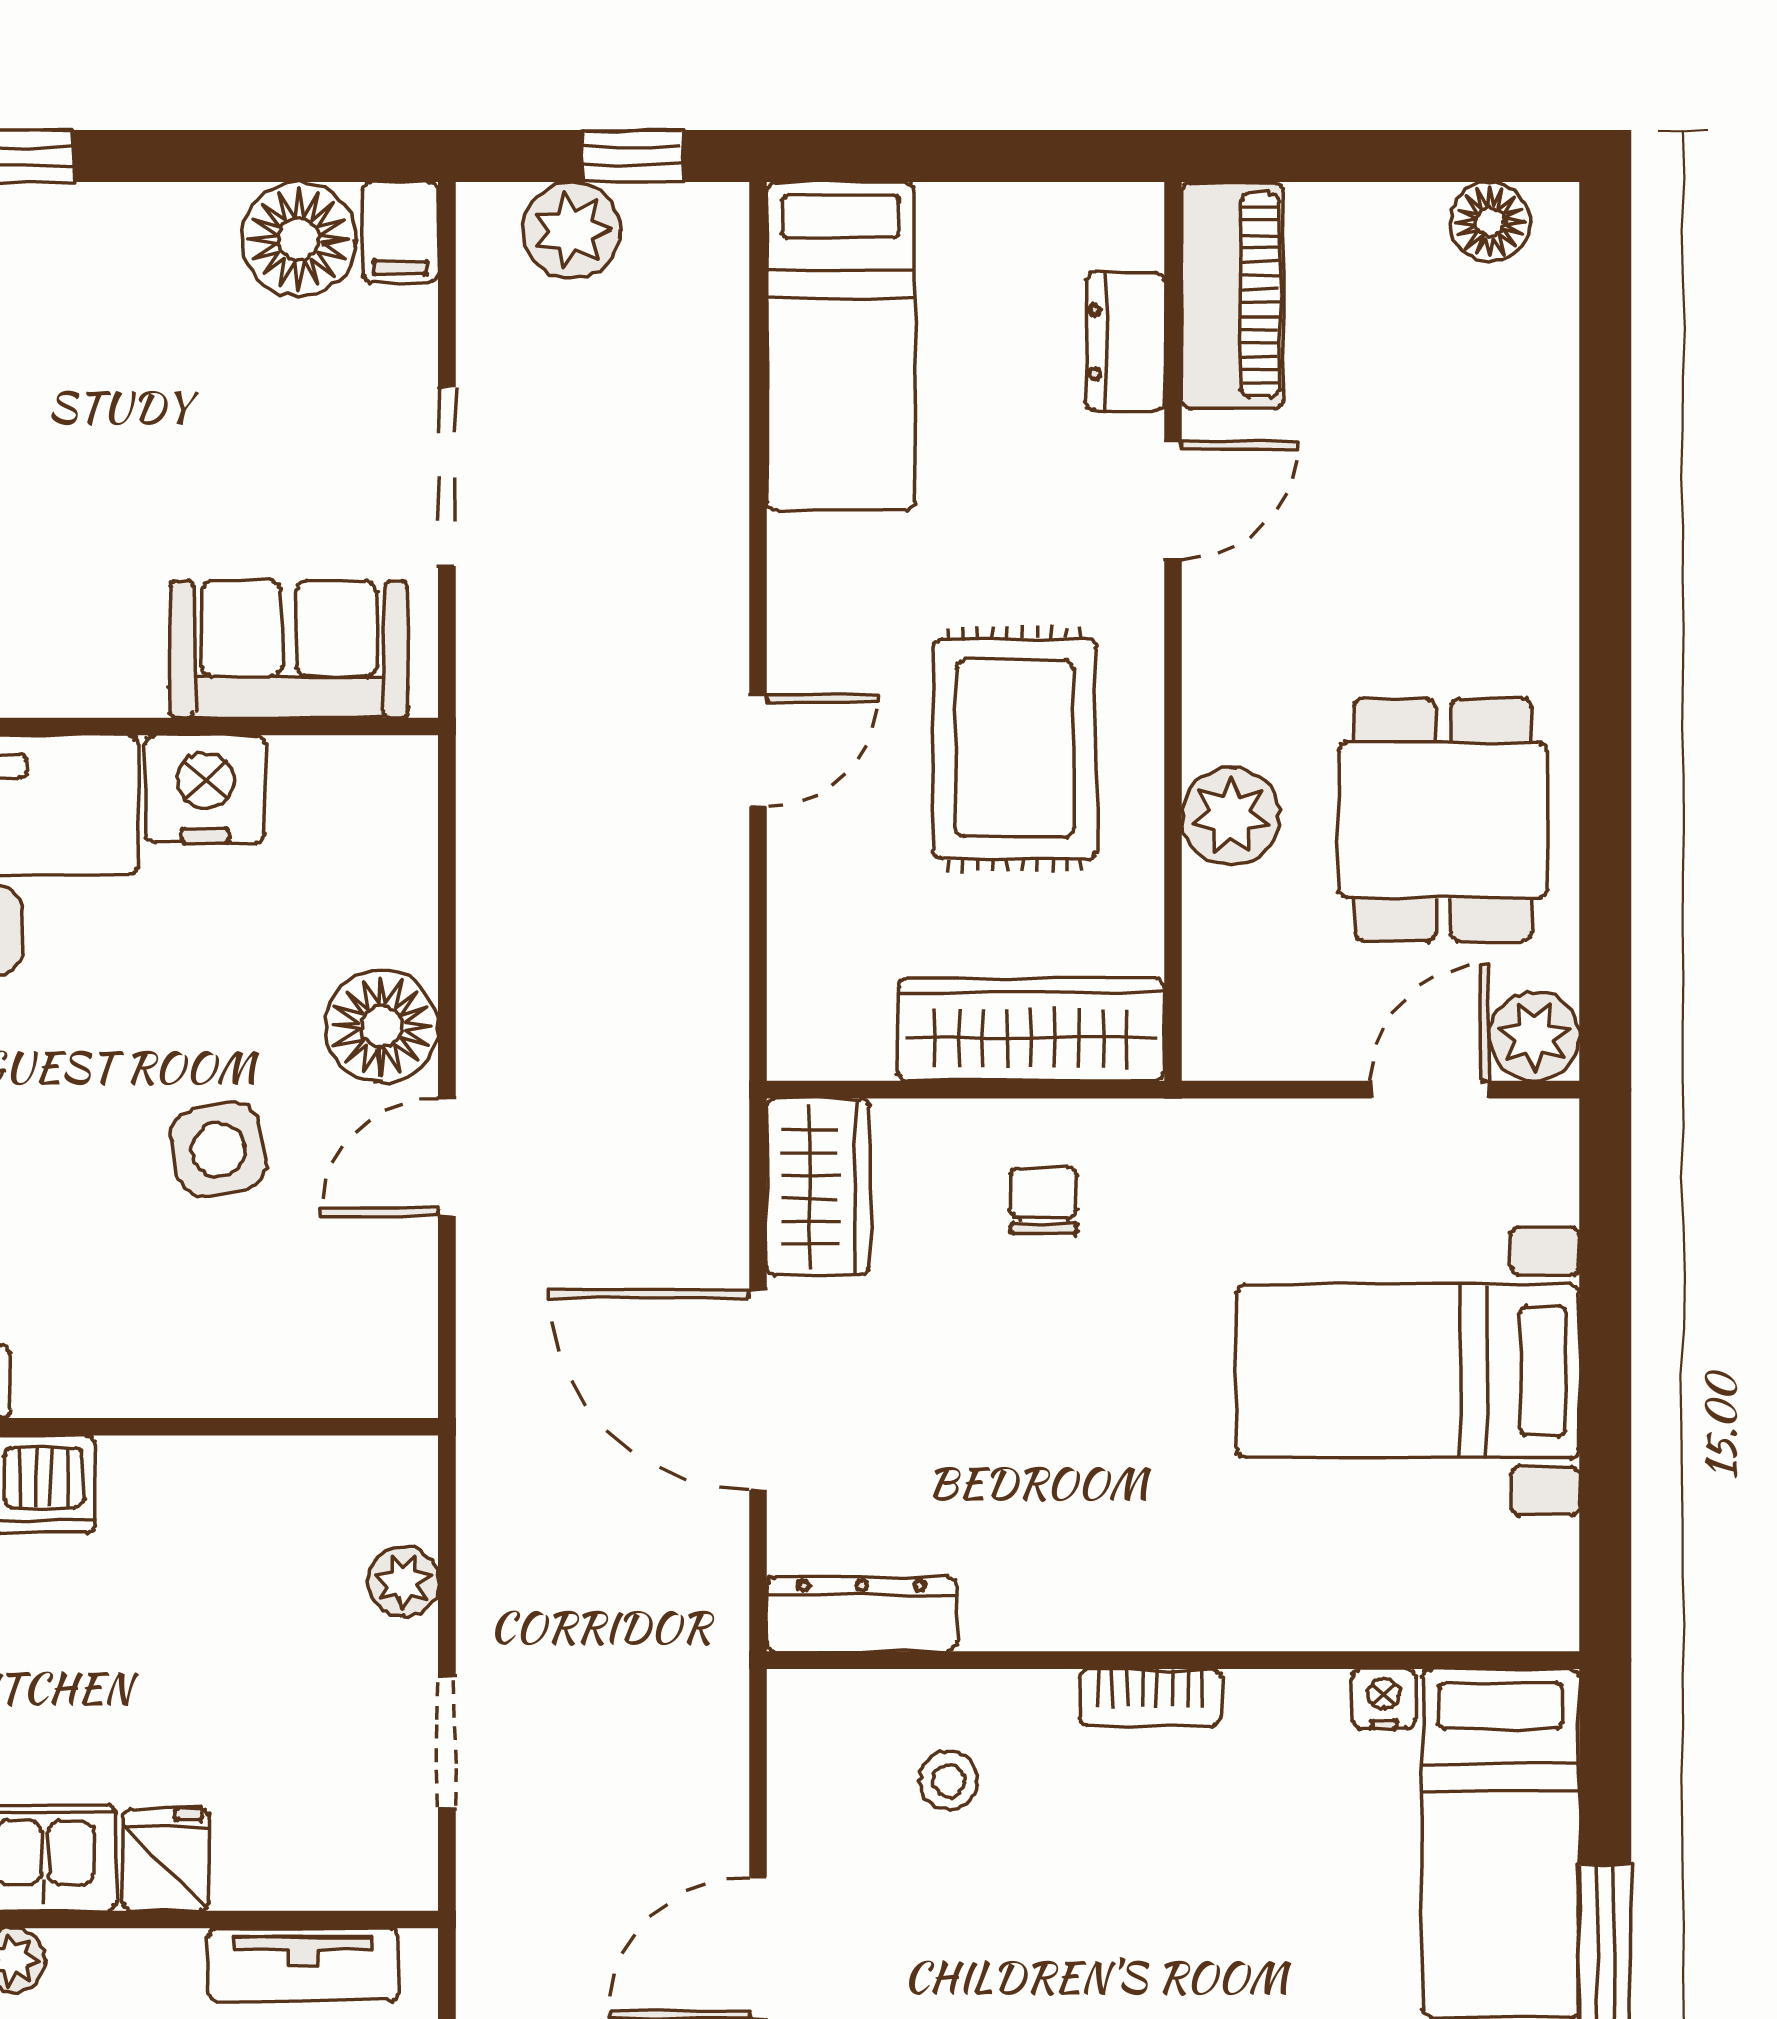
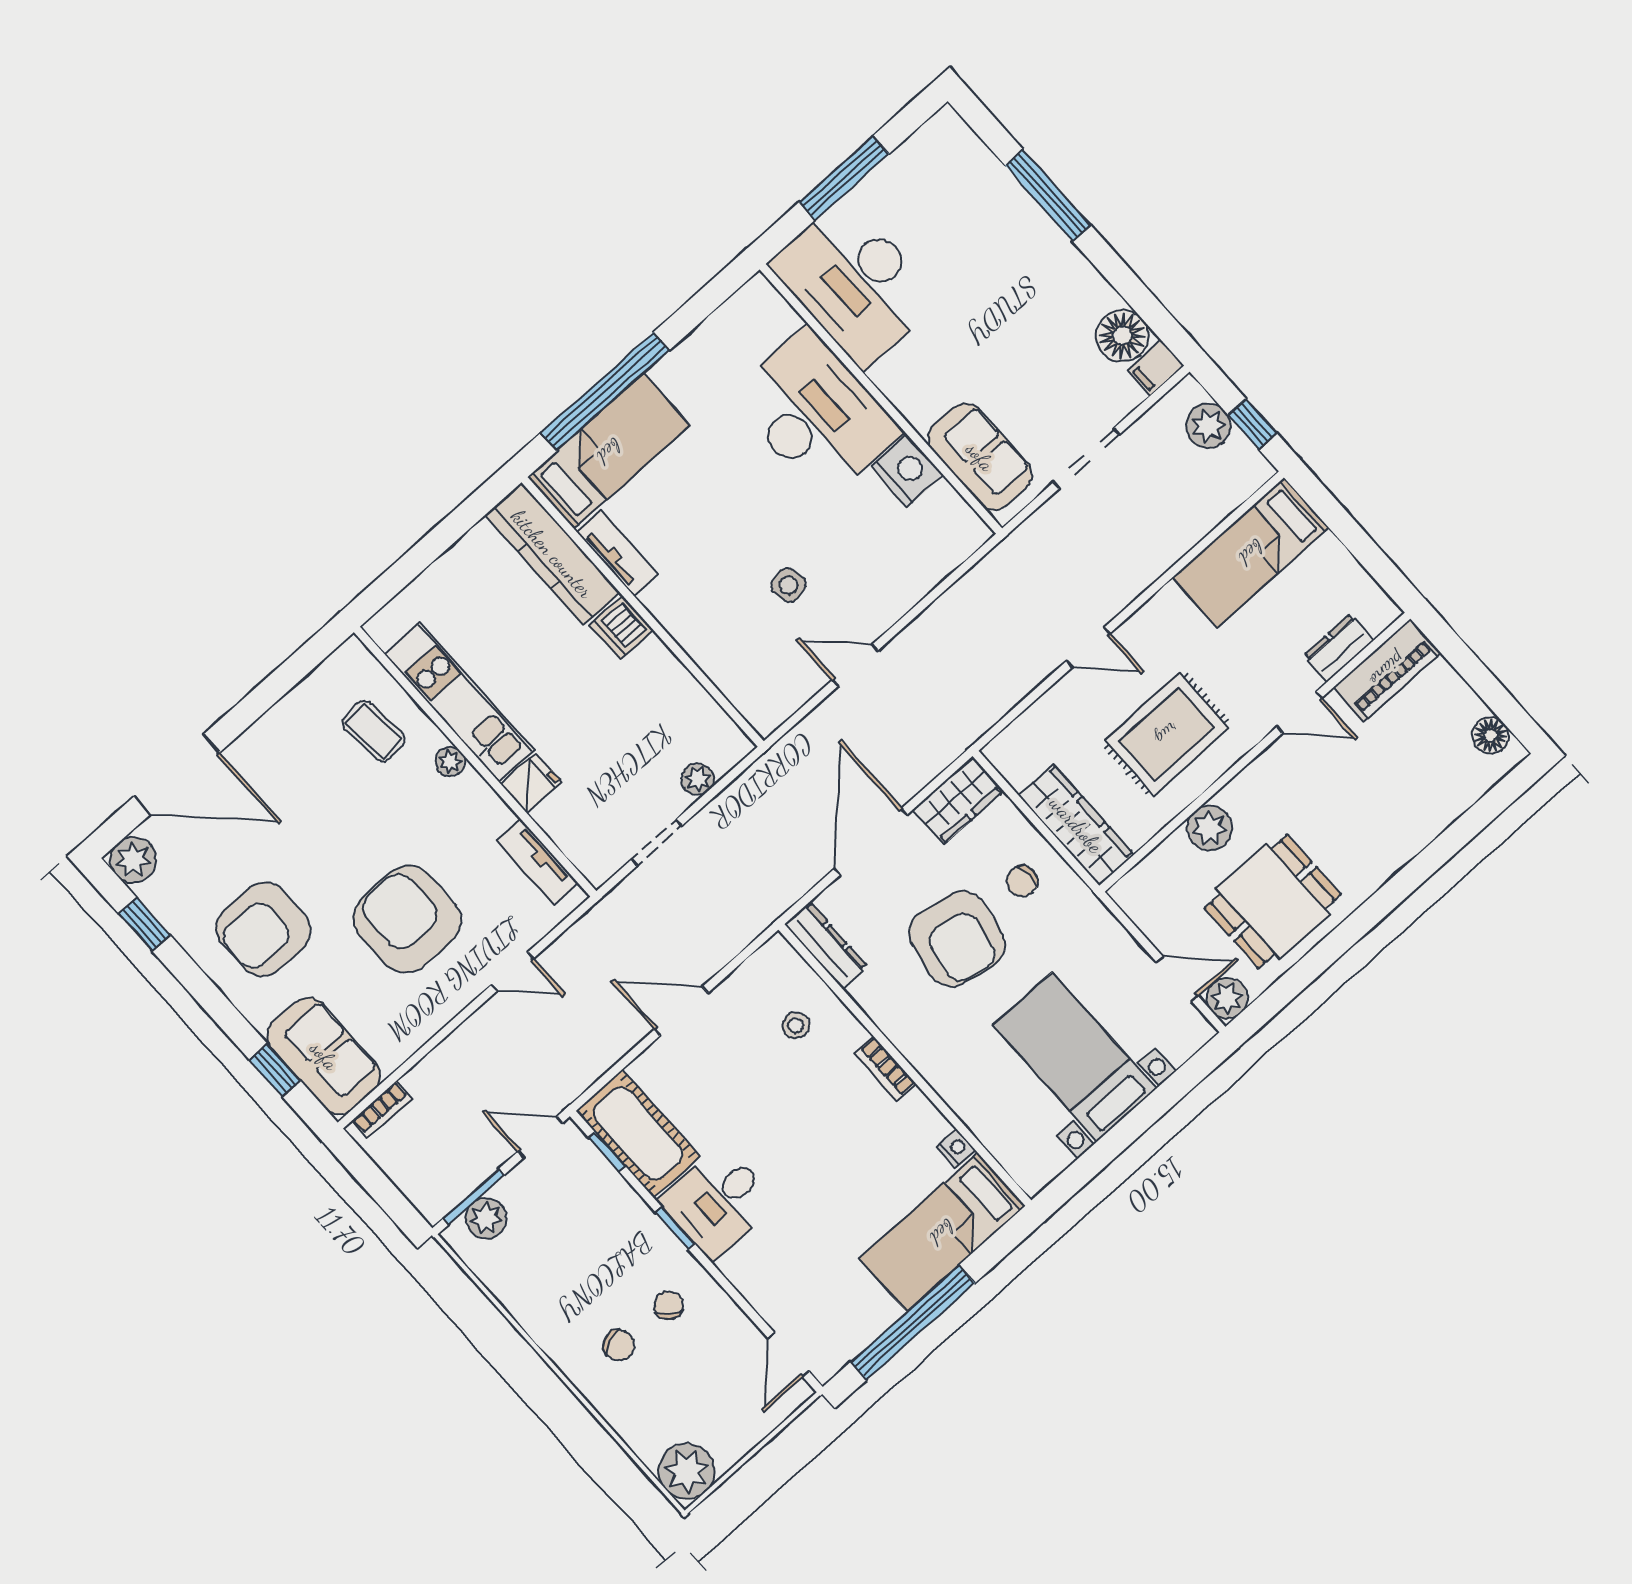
floor lamp: (382, 1026) -> (880, 603), removed
side table: (219, 1150) -> (788, 585), width x0.73, depth x0.73
chair: (1044, 1200) -> (1022, 881), turned 180
armchair: (1043, 1391) -> (957, 939), added

